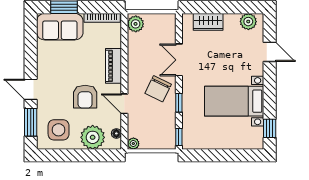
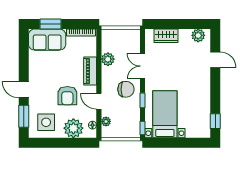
plant: (136, 24) -> (108, 59), moved
chair: (158, 89) -> (126, 89), turned -116
bed with nightstands: (234, 101) -> (165, 114), moved, turned 90
plant: (133, 144) -> (106, 121), moved

